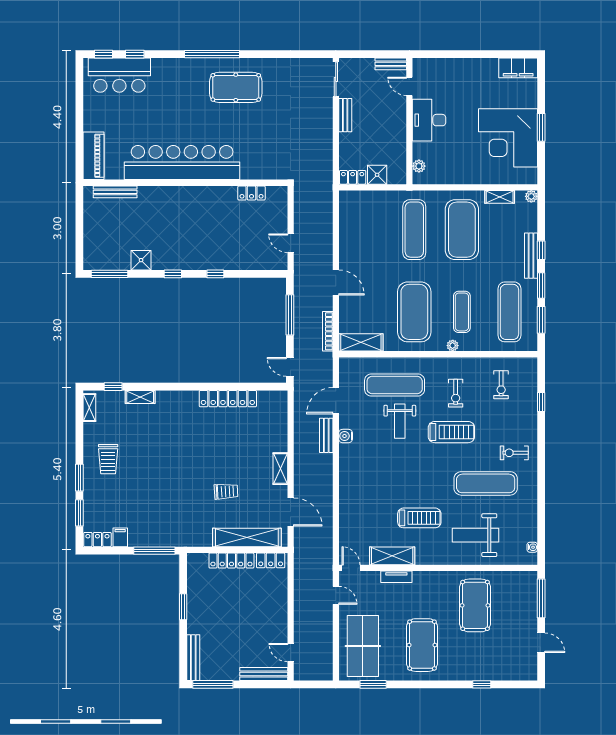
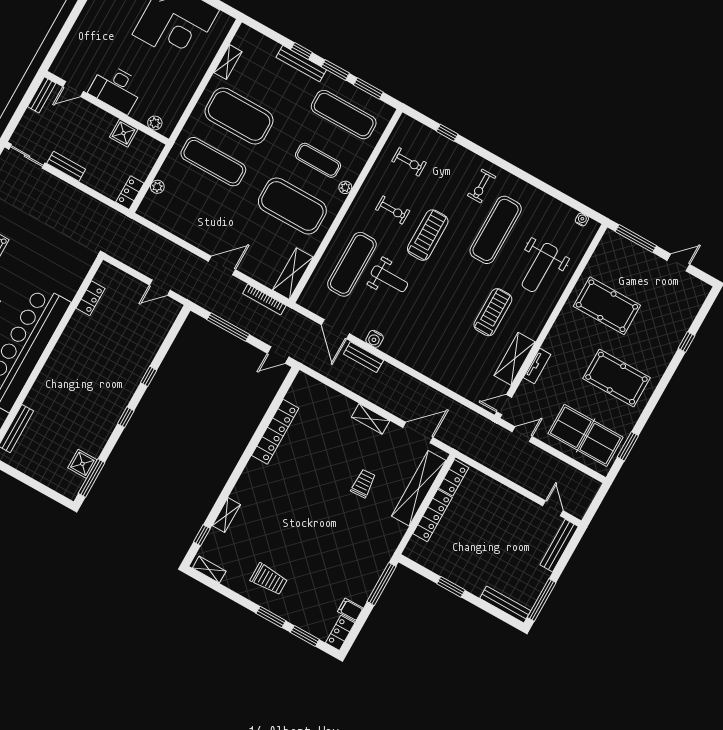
shower: (377, 175) -> (124, 133), moved
plant: (531, 196) -> (157, 187), moved
shower: (141, 260) -> (82, 464), moved
door: (291, 653) -> (553, 508), swing flipped

